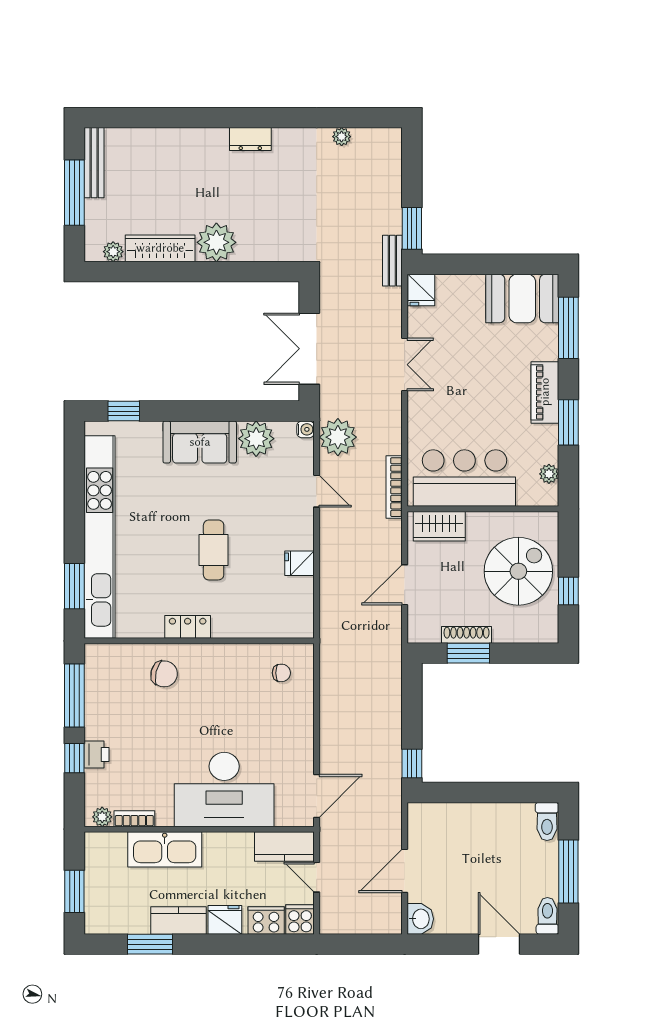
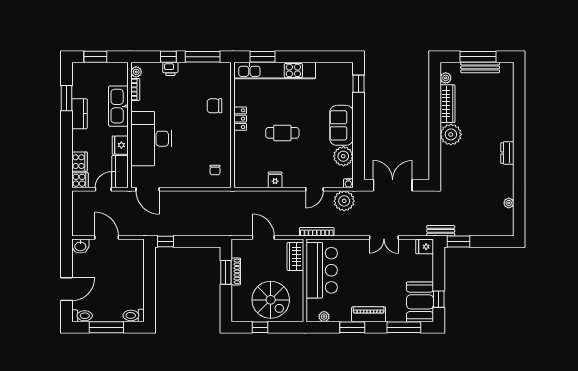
bench: (94, 163) -> (480, 67), moved
window: (517, 264) -> (439, 299), added
kitchen unit: (100, 537) -> (275, 70), width x0.73
chair: (164, 674) -> (215, 106), turned 76
fridge: (225, 920) -> (120, 145), moved, turned 180

